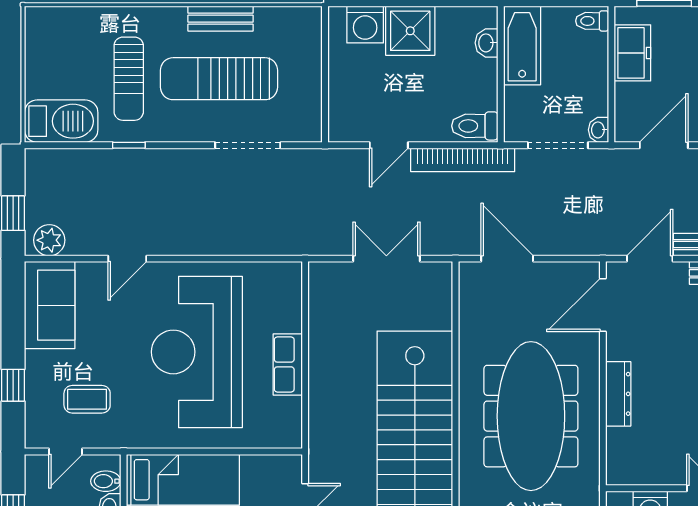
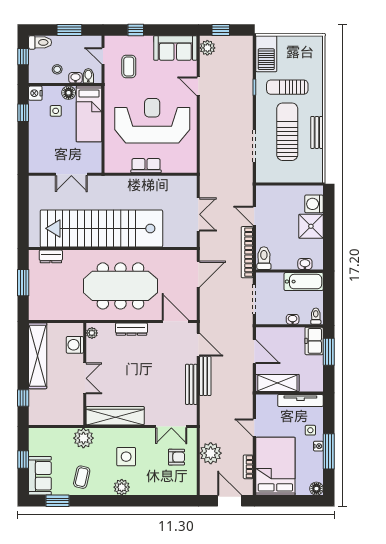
freezer: (632, 53) -> (314, 341), moved, turned 90
washbasin: (598, 130) -> (293, 319), moved
plant: (626, 474) -> (92, 333), added

